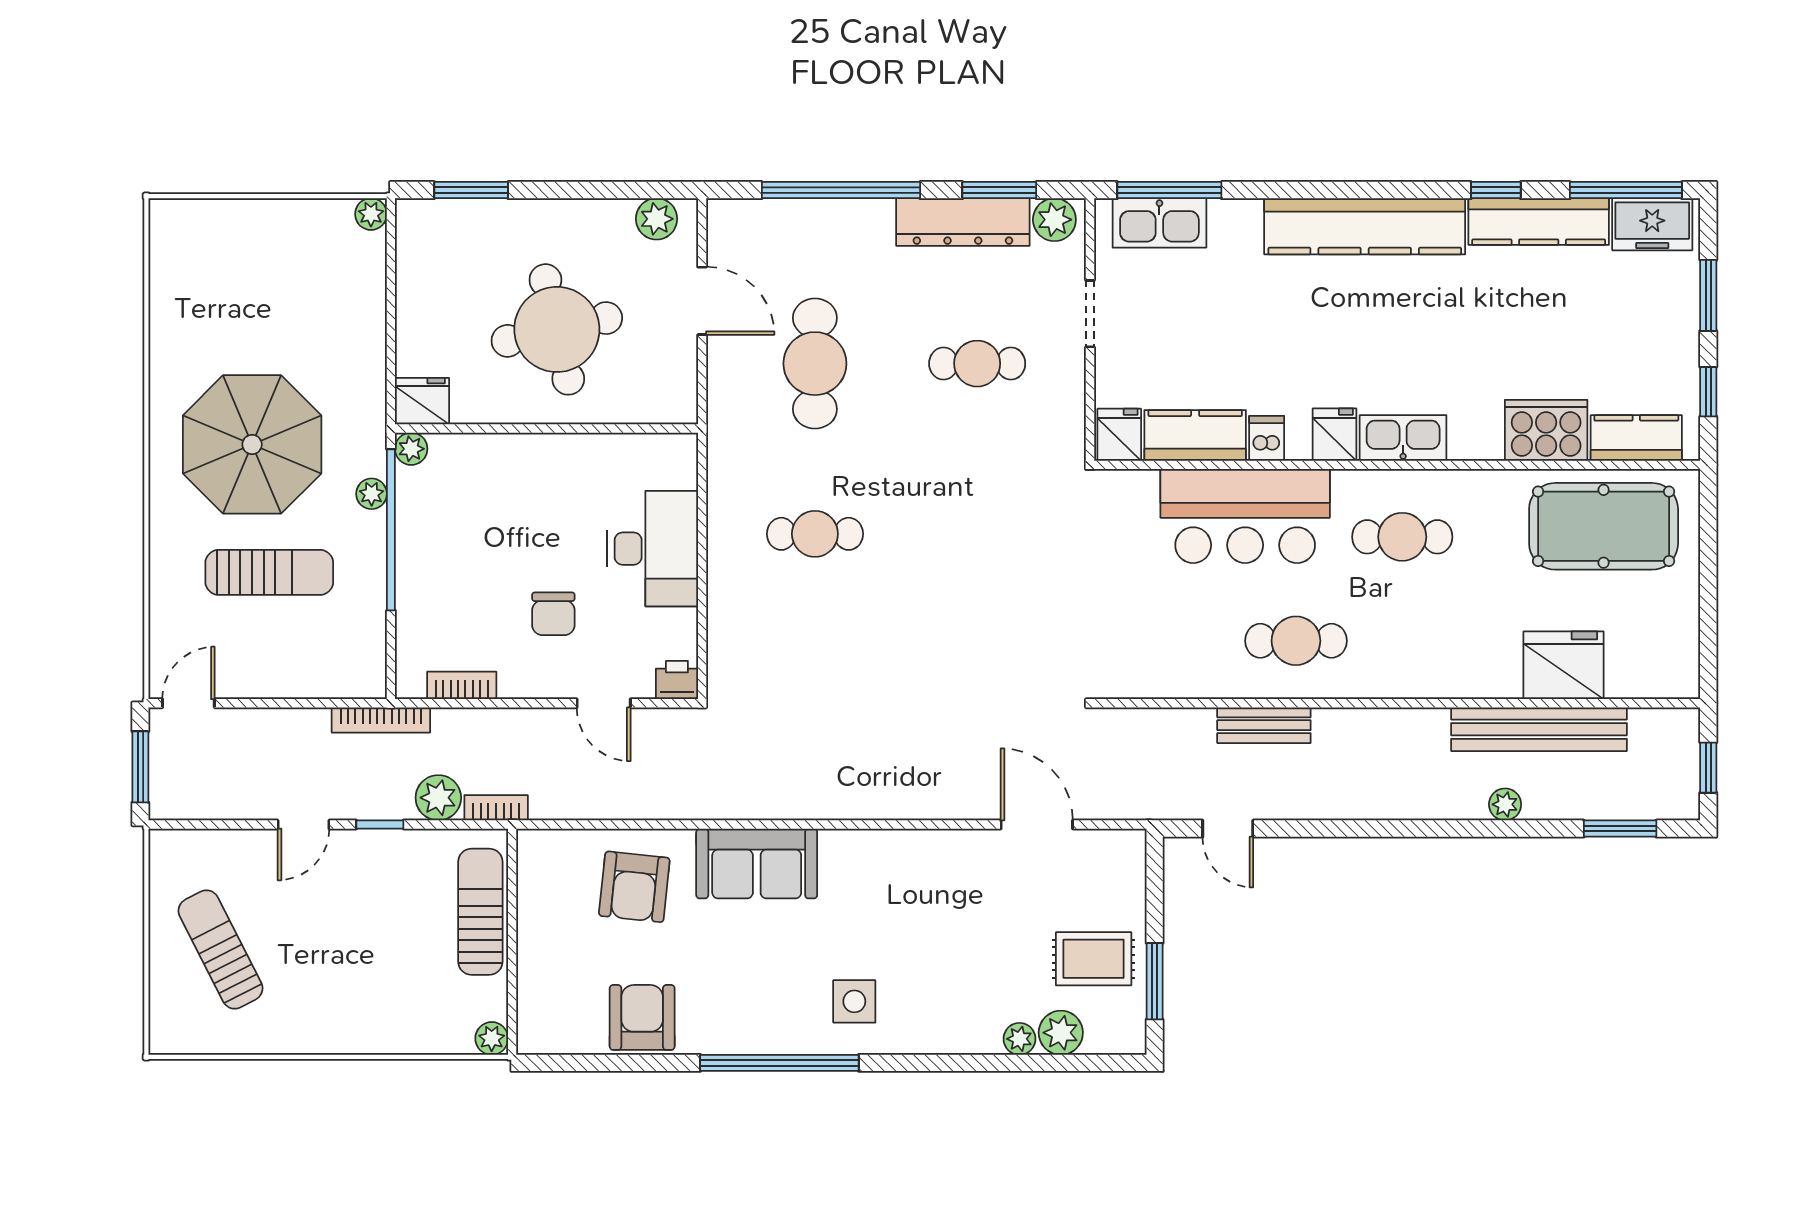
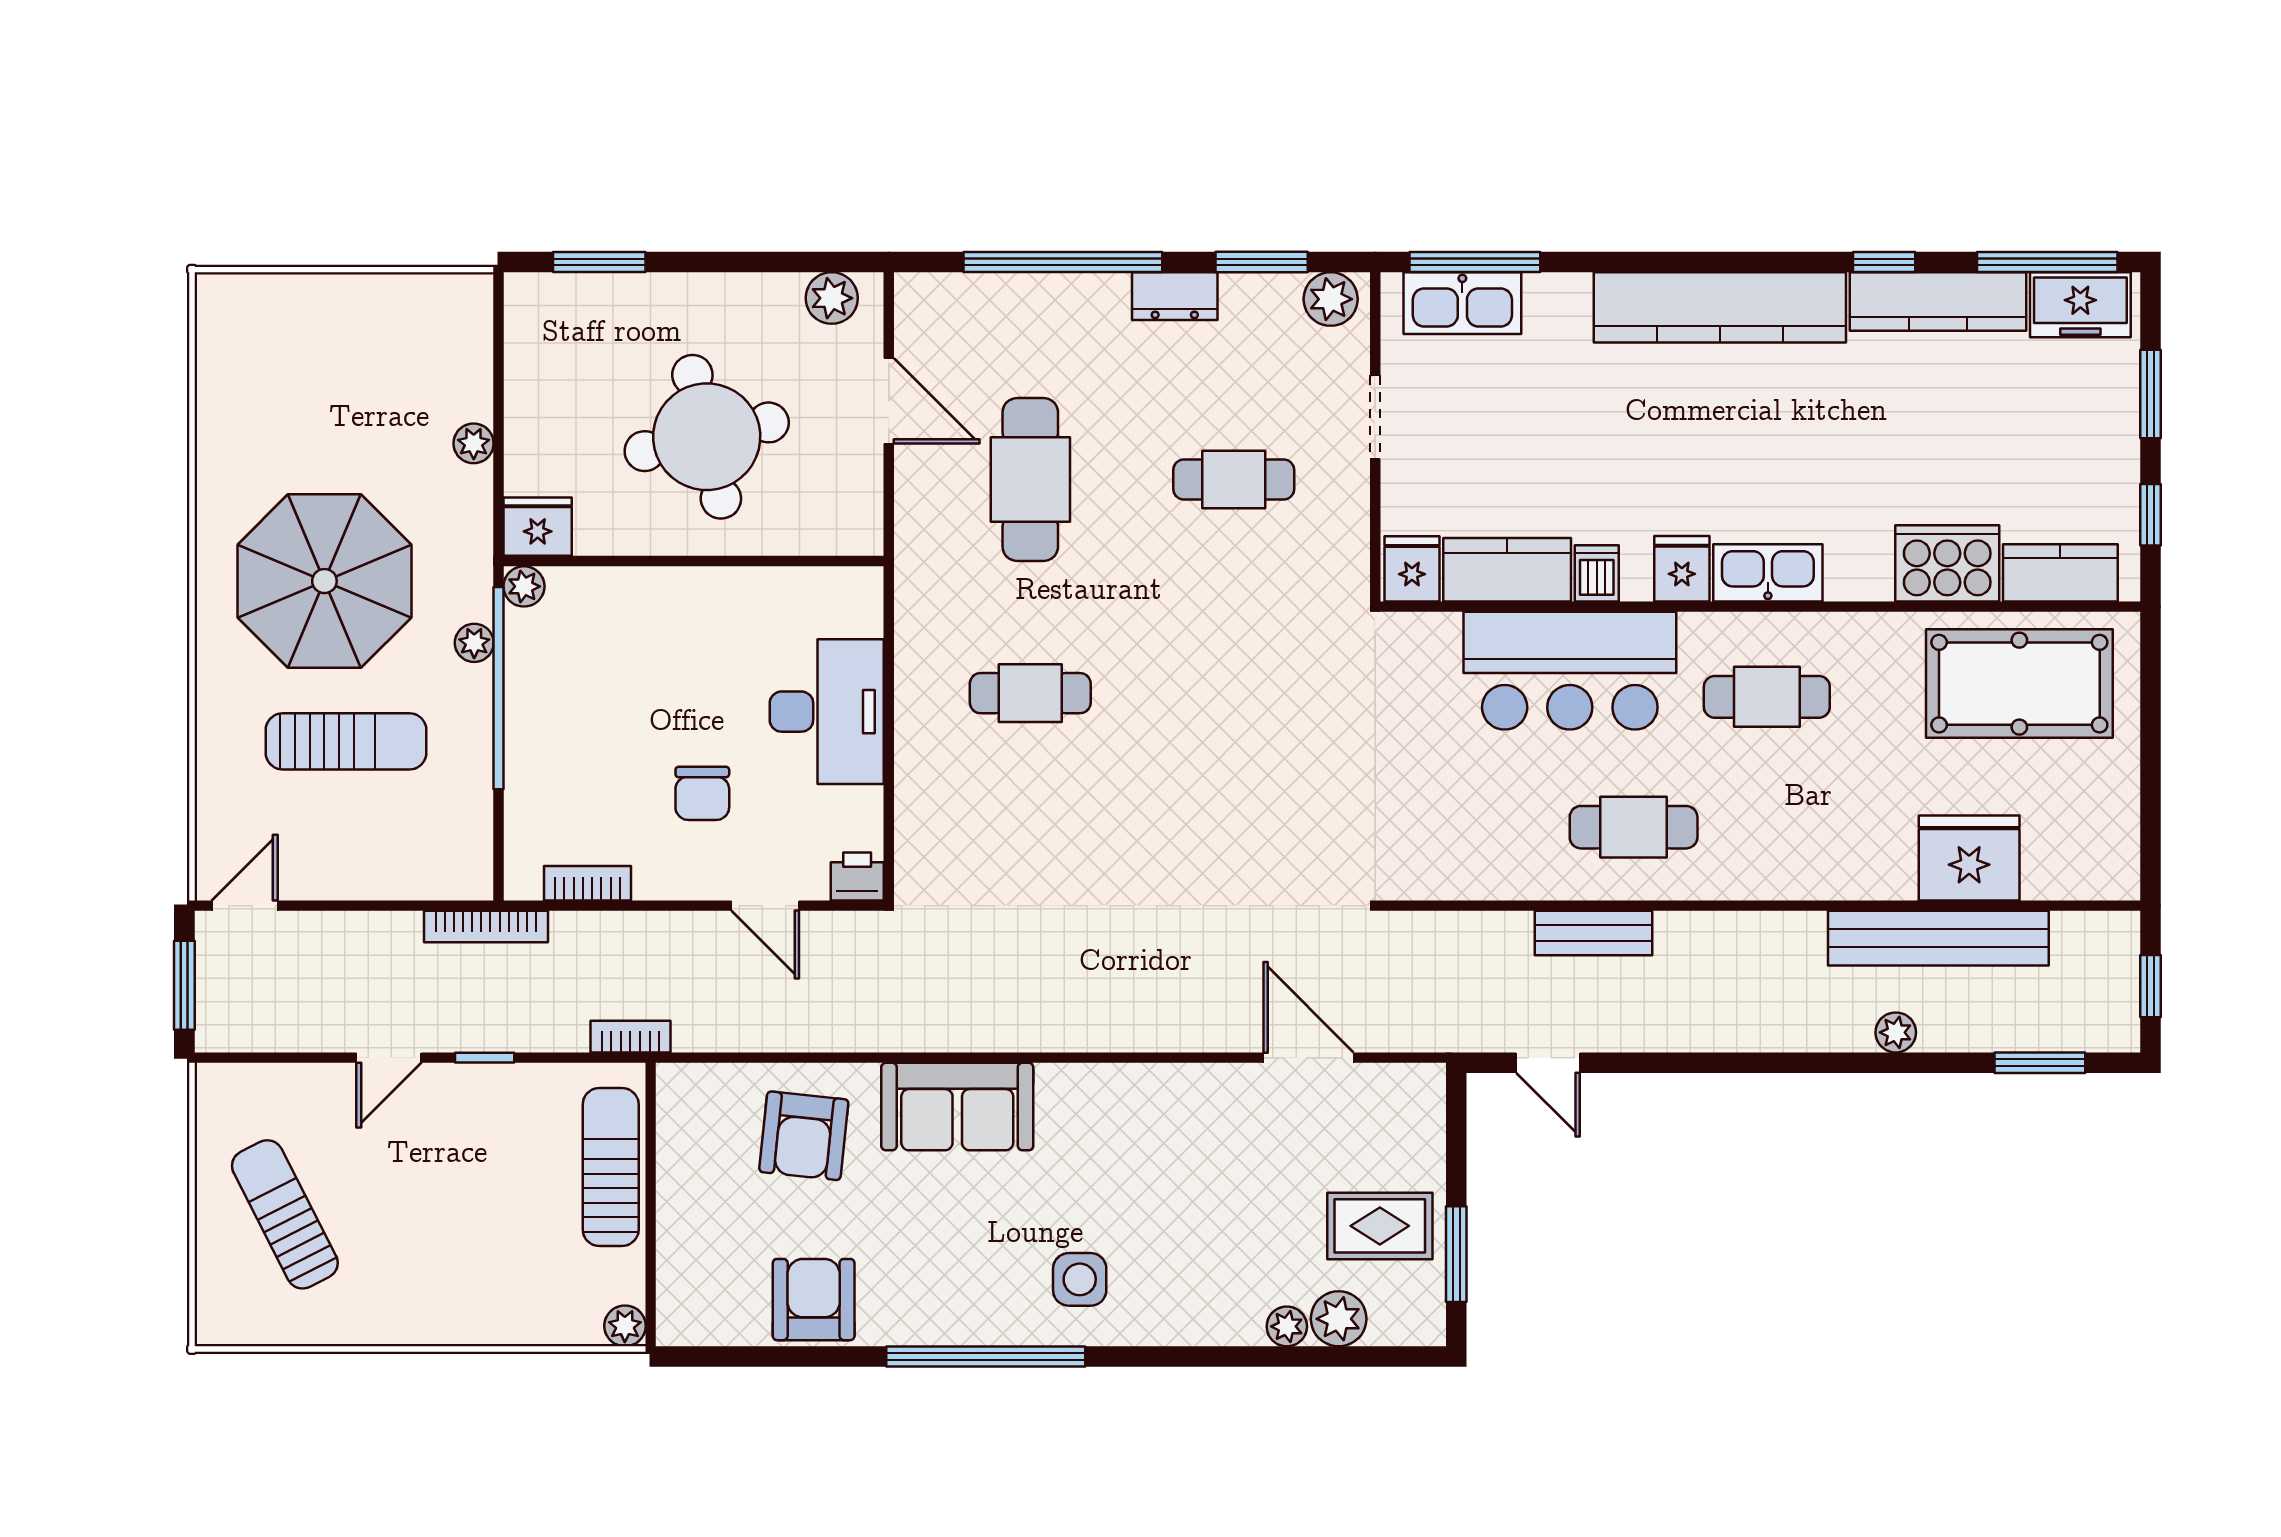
plant: (371, 214) -> (474, 443), moved
dresser: (963, 222) -> (1175, 296), width x0.51, depth x0.80
plant: (438, 798) -> (558, 1024), removed

